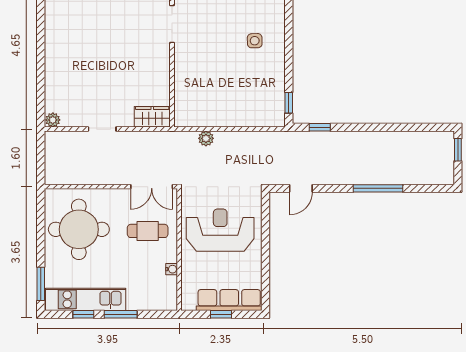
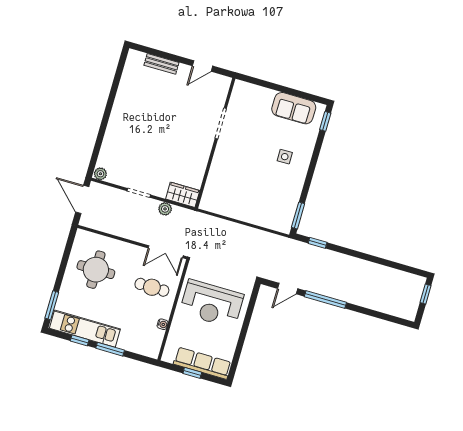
window: (289, 103) -> (298, 216), width x1.50
plant: (206, 138) -> (165, 209), moved
door: (41, 155) -> (82, 199), added
window: (378, 188) -> (325, 299), moved
round table: (79, 229) -> (96, 270), width x0.73, depth x0.73
reception desk: (220, 230) -> (212, 304), turned 180

